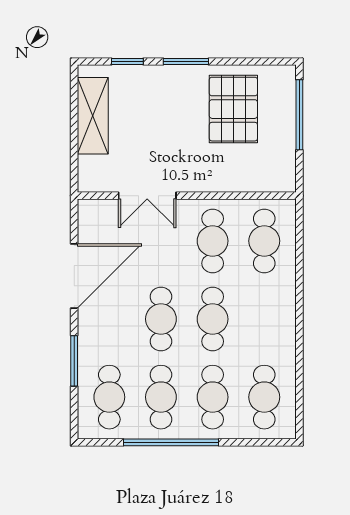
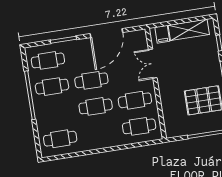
filing cabinet: (93, 168) -> (162, 34), added
door: (74, 276) -> (106, 33), hinge flipped
cafe table: (213, 397) -> (56, 113), removed

